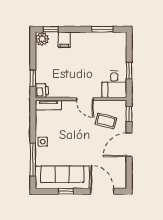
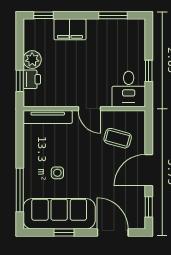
plant: (42, 39) -> (32, 60), moved
filing cabinet: (64, 40) -> (70, 29), width x2.00
printer: (42, 91) -> (32, 79), moved
tv unit: (48, 105) -> (48, 117), width x1.41
window: (129, 114) -> (149, 207), moved
side table: (43, 142) -> (57, 173), moved

